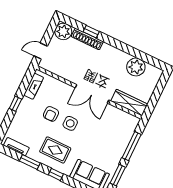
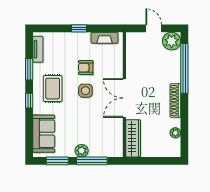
window: (91, 32) -> (184, 68), width x3.17
shoe rack: (87, 39) -> (175, 101), moved
door: (41, 51) -> (154, 28), moved
plant: (136, 67) -> (175, 133), width x0.53, depth x0.53
plant: (119, 151) -> (82, 151), added

